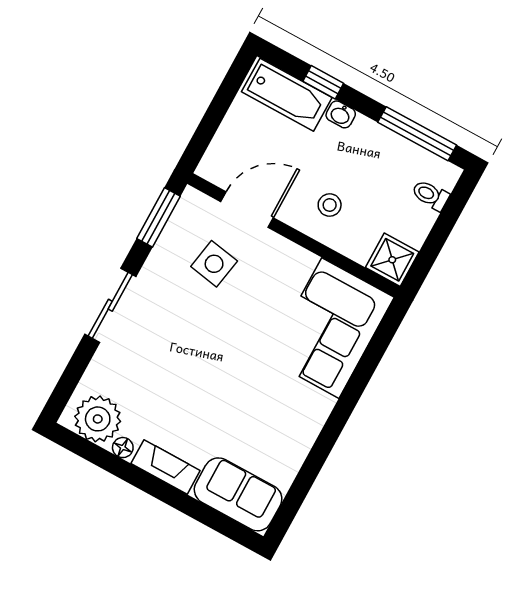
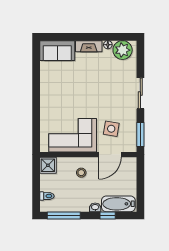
corner sofa: (330, 328) -> (73, 135), moved, turned -90

